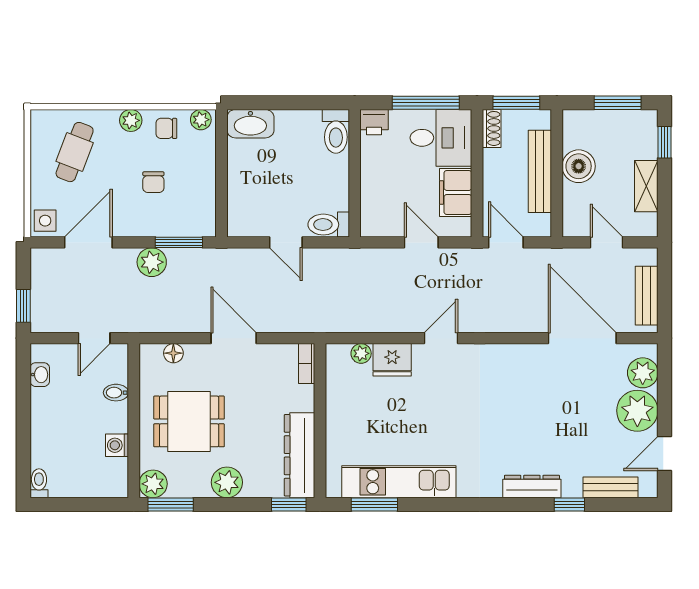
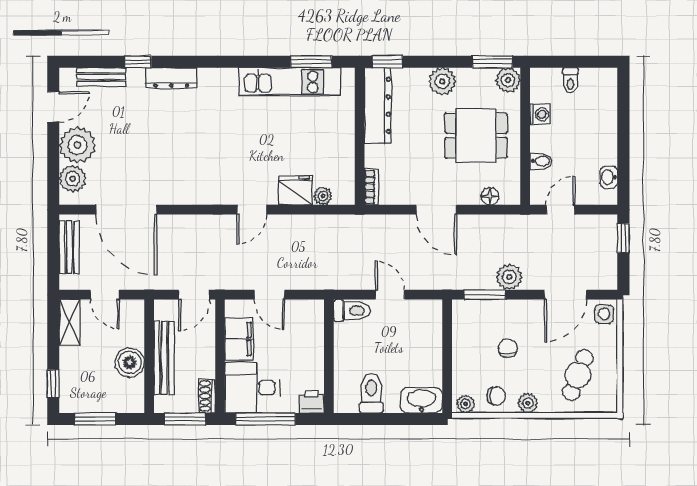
toilet: (336, 131) -> (371, 393), moved
shelving: (646, 186) -> (69, 322), moved
door: (506, 242) -> (194, 295), hinge flipped
toilet: (39, 483) -> (570, 81), moved

